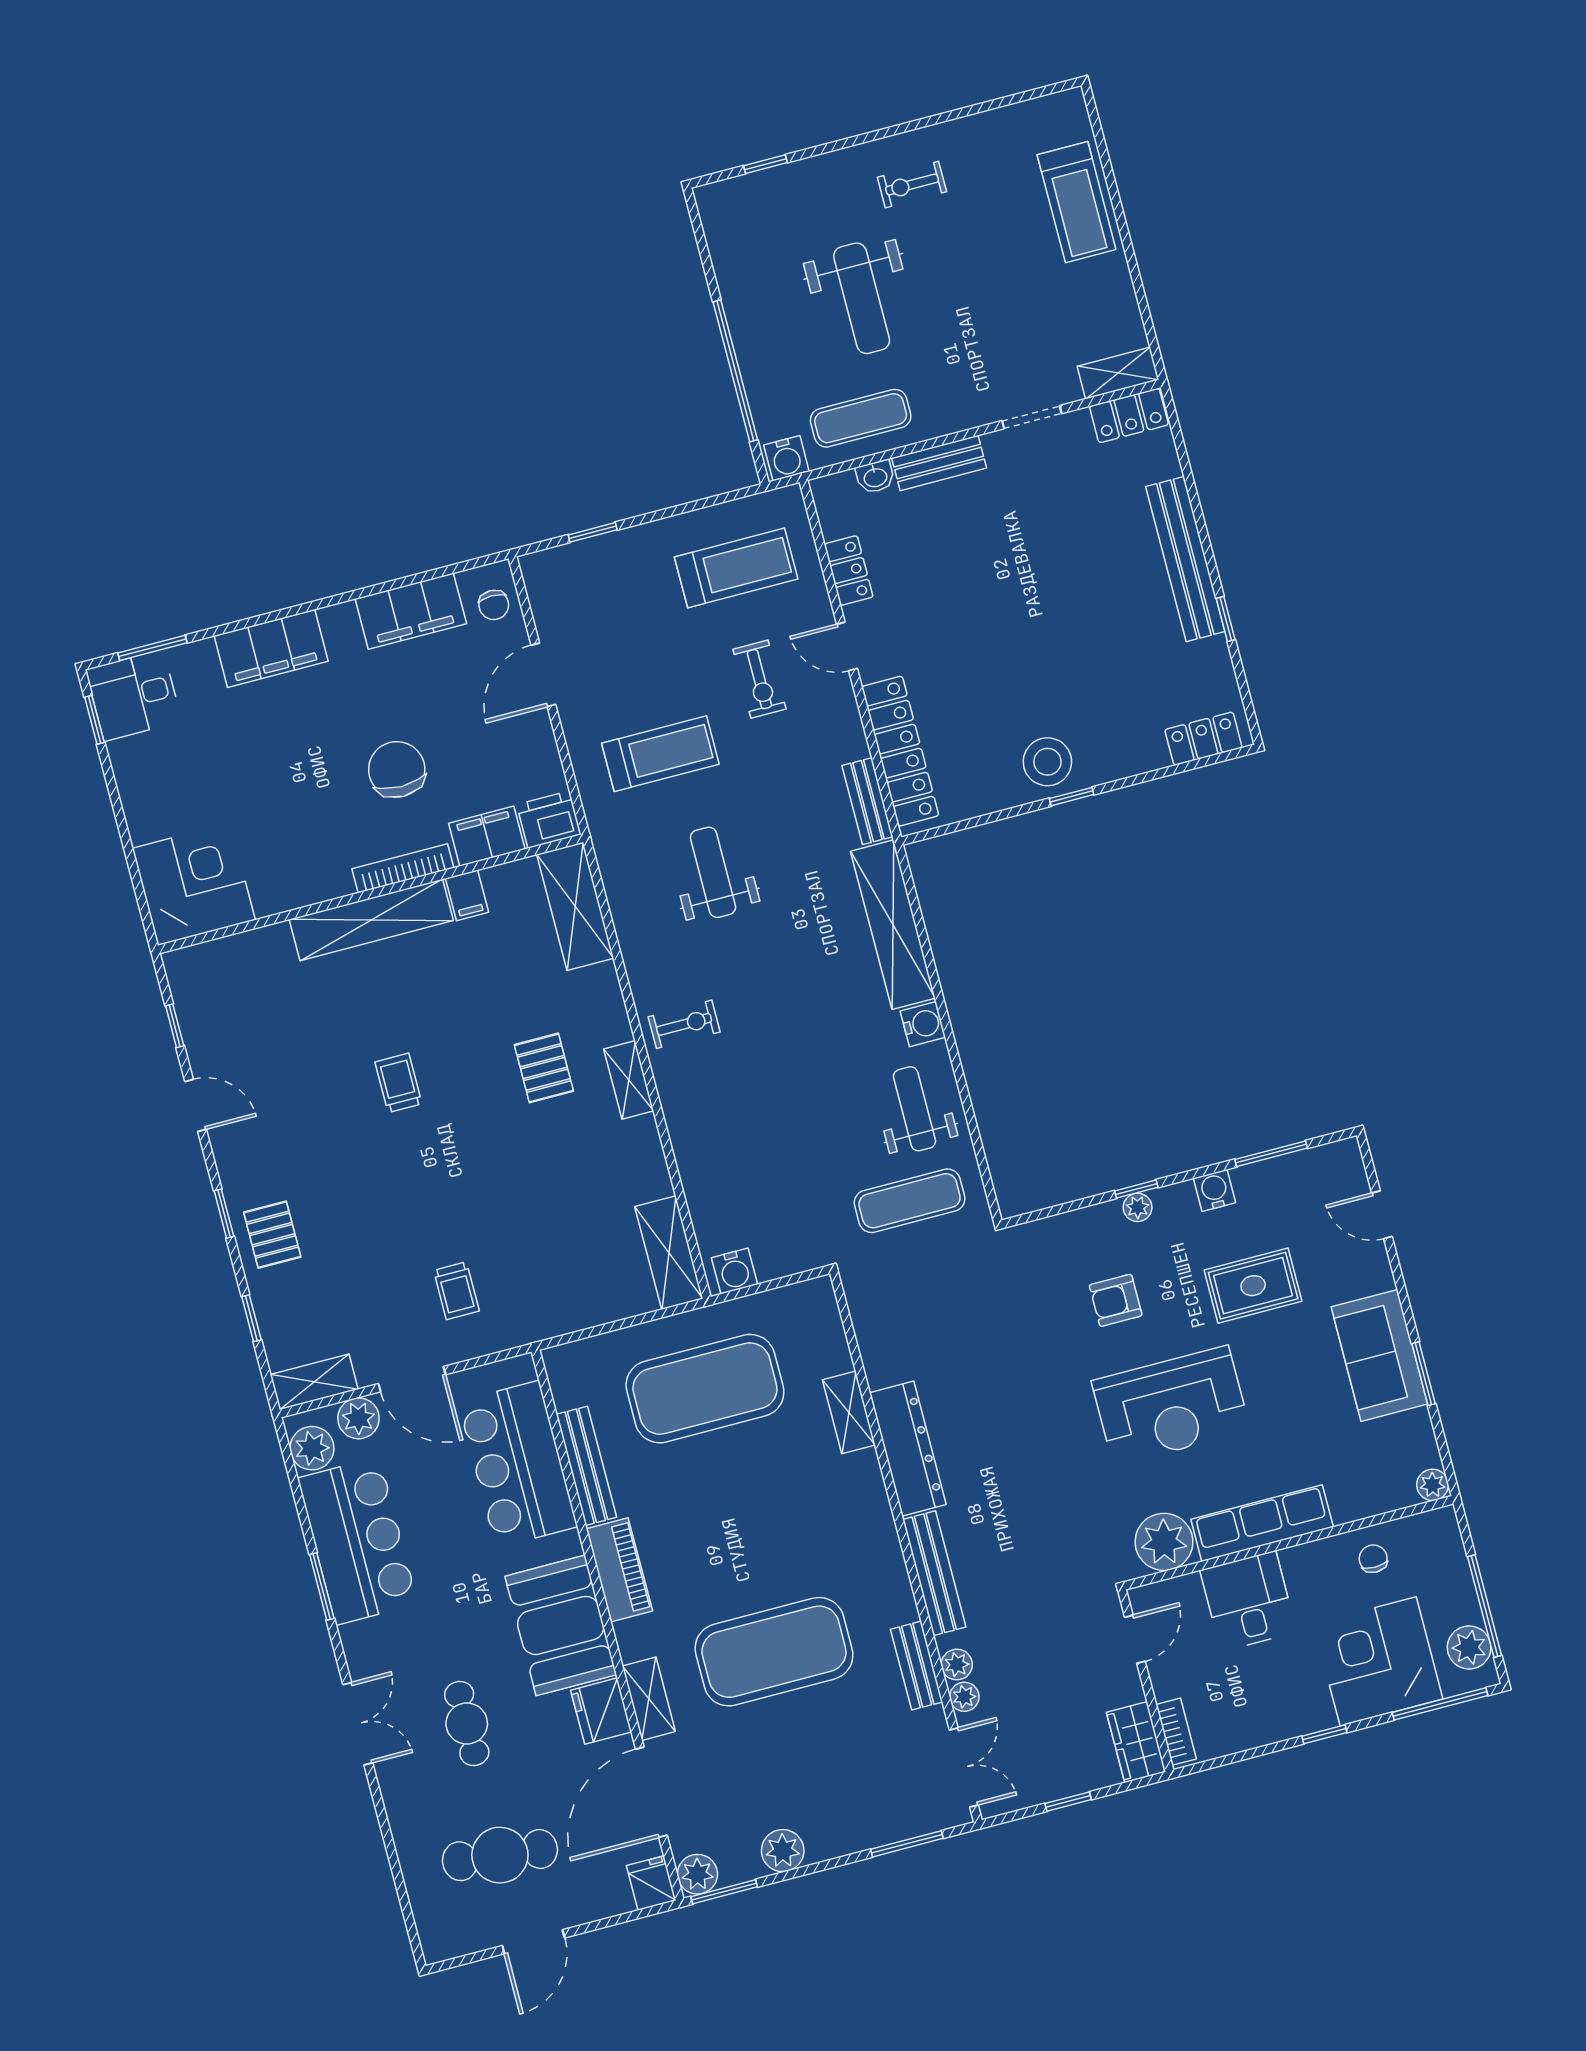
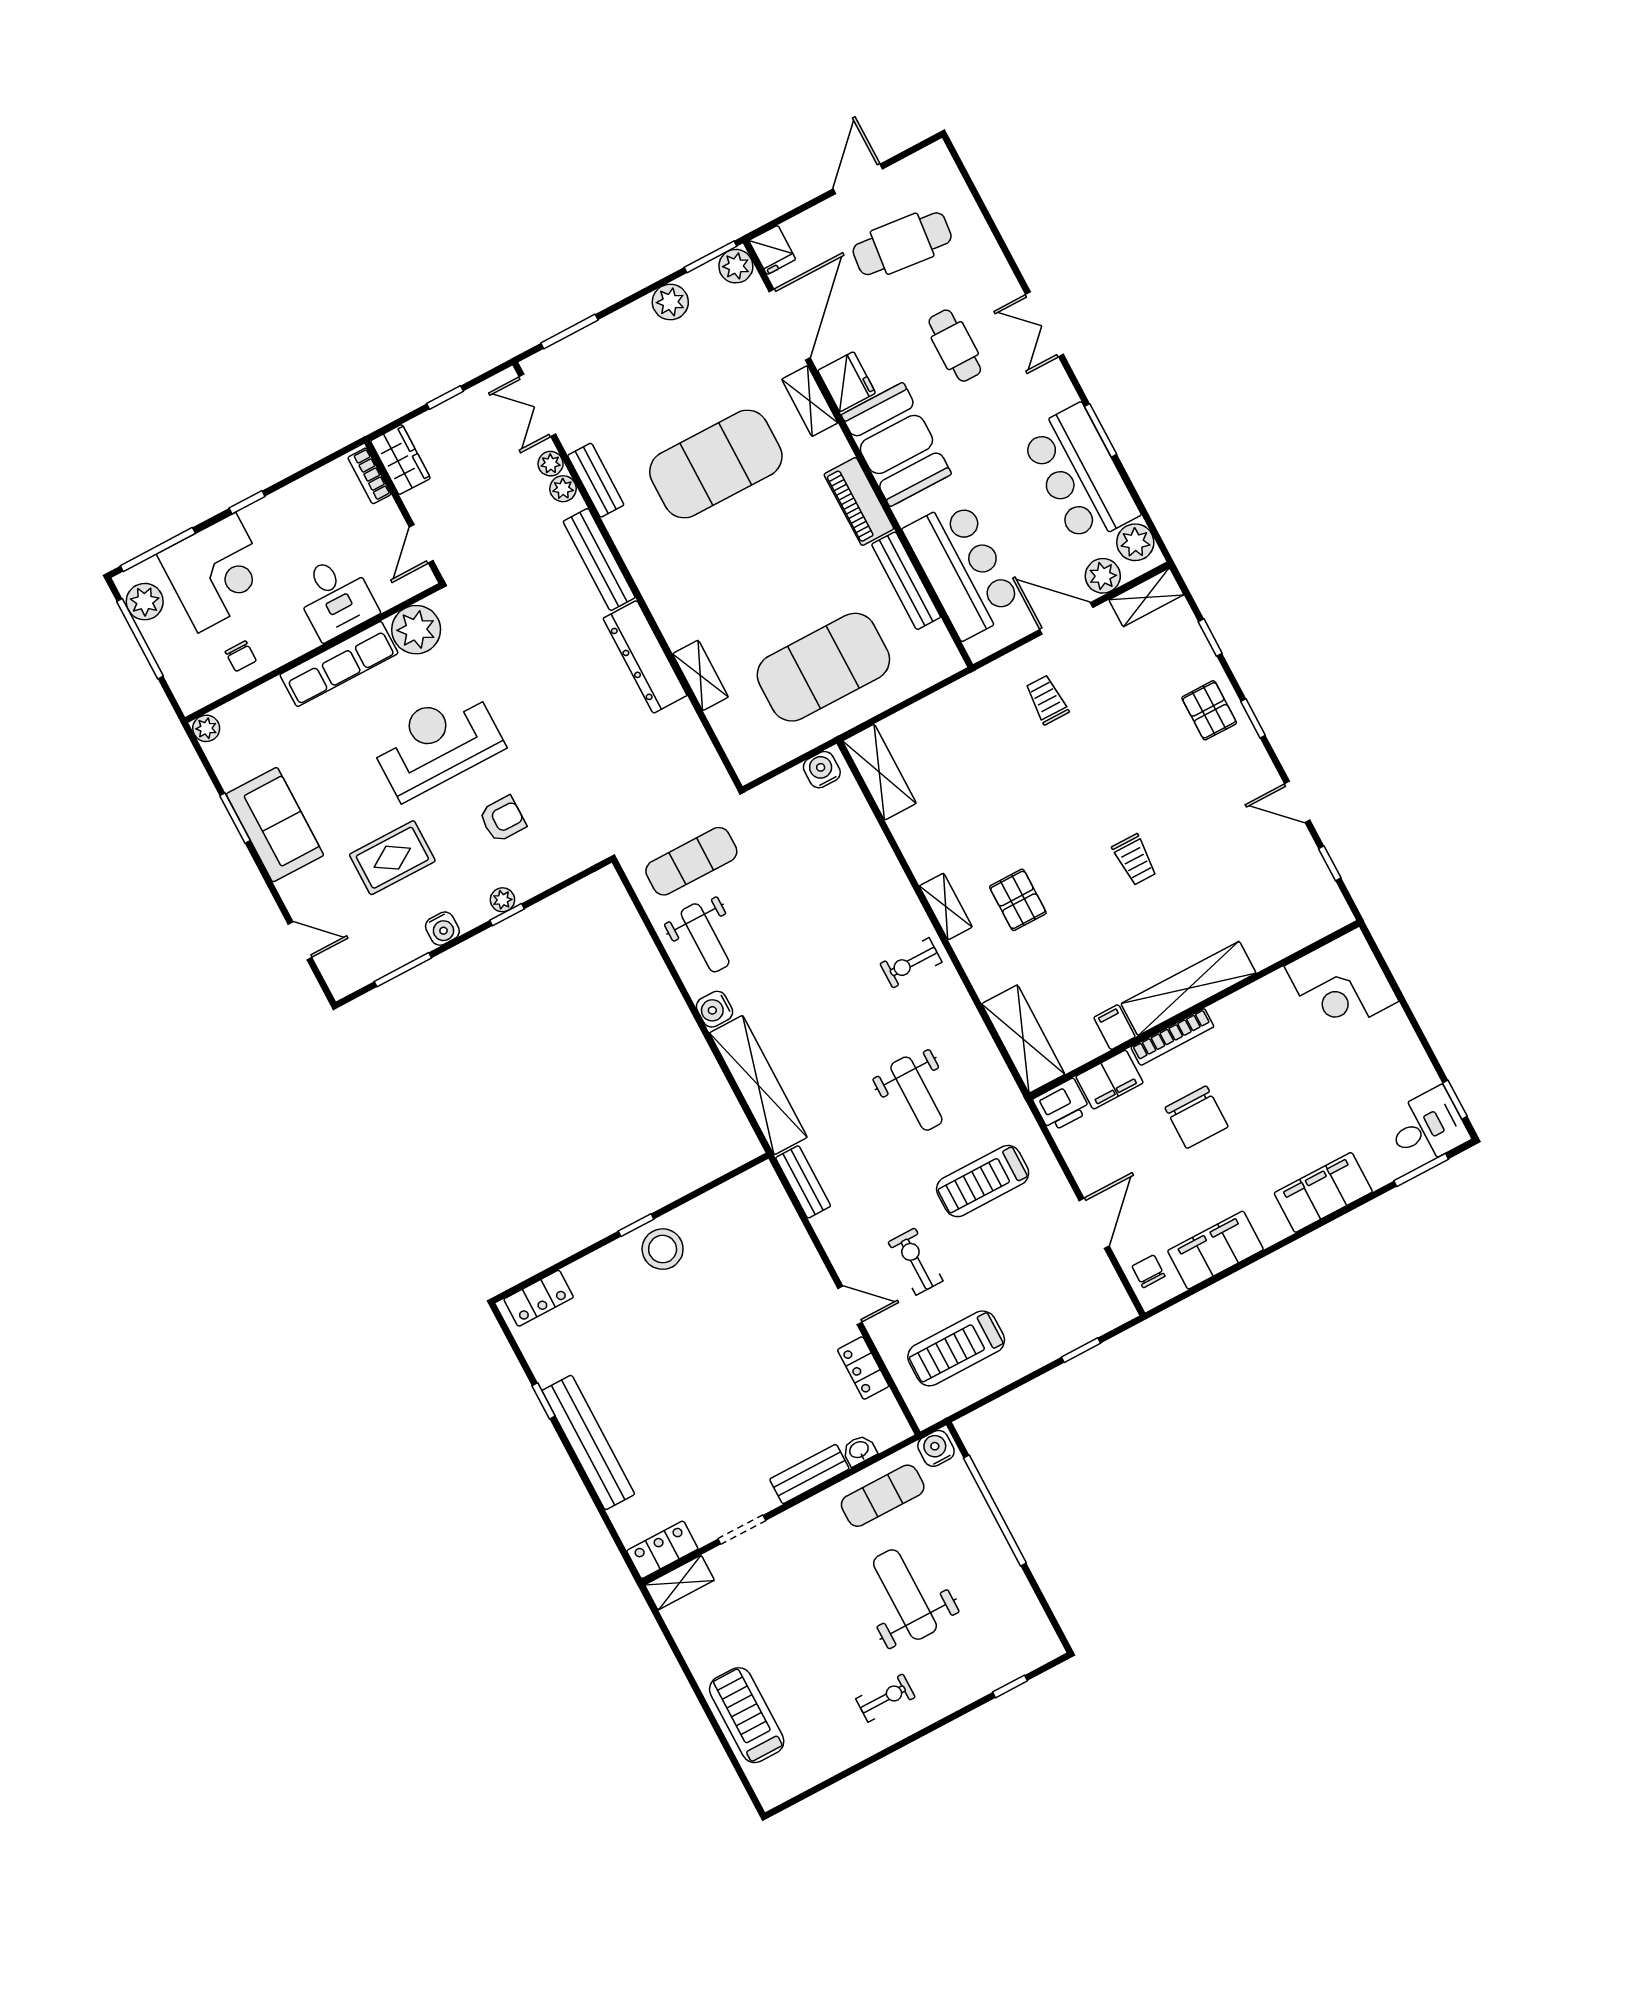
locker: (900, 751) -> (786, 1229), removed

